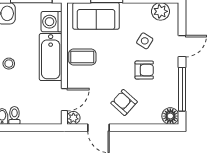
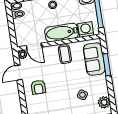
armchair: (144, 70) -> (63, 98), removed
armchair: (124, 102) -> (38, 87), turned 138

